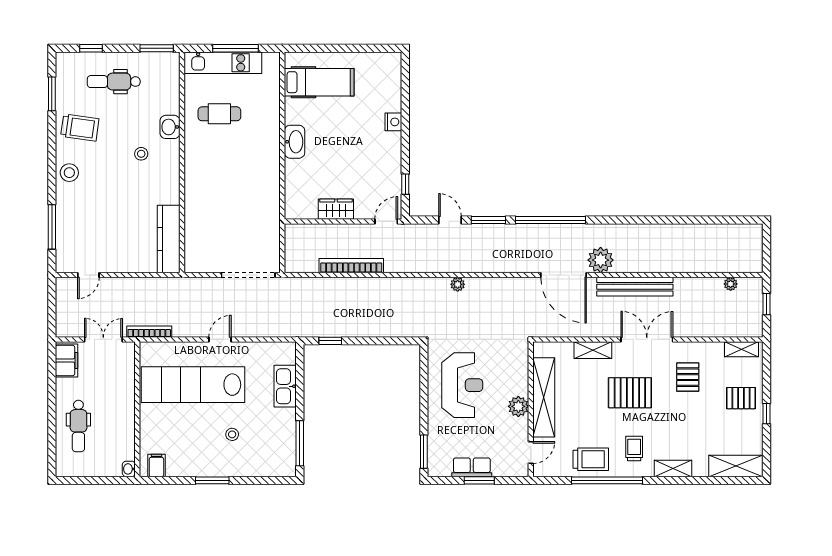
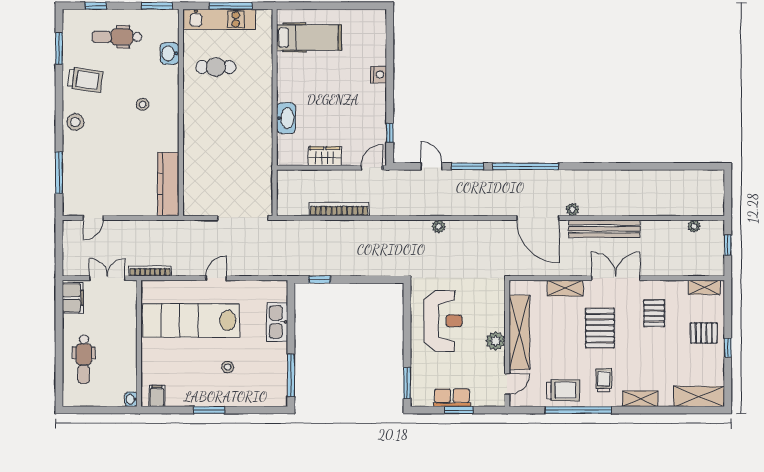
washbasin: (170, 127) -> (170, 53), moved
washbasin: (295, 142) -> (286, 118), moved
plant: (601, 260) -> (572, 209), width x0.53, depth x0.53
pallet: (630, 393) -> (600, 328), turned 90

